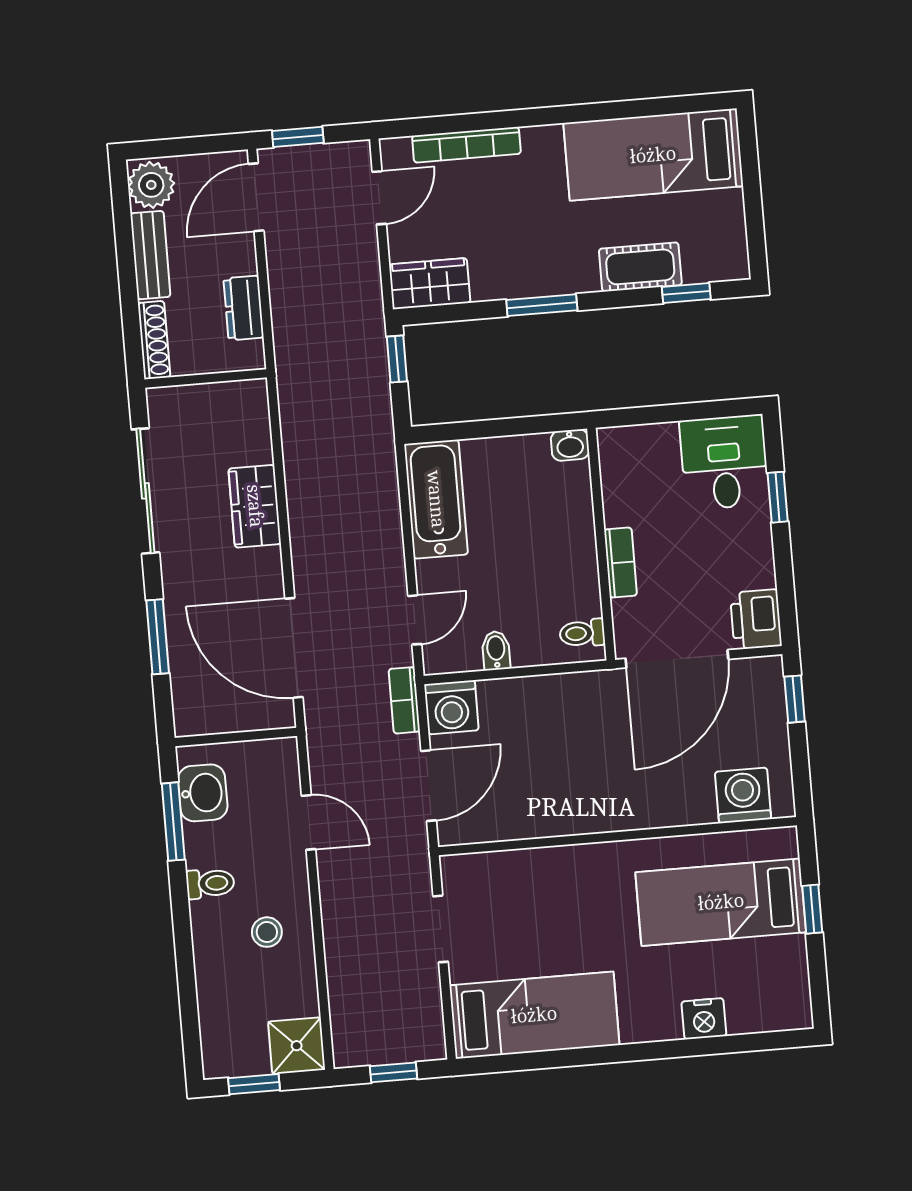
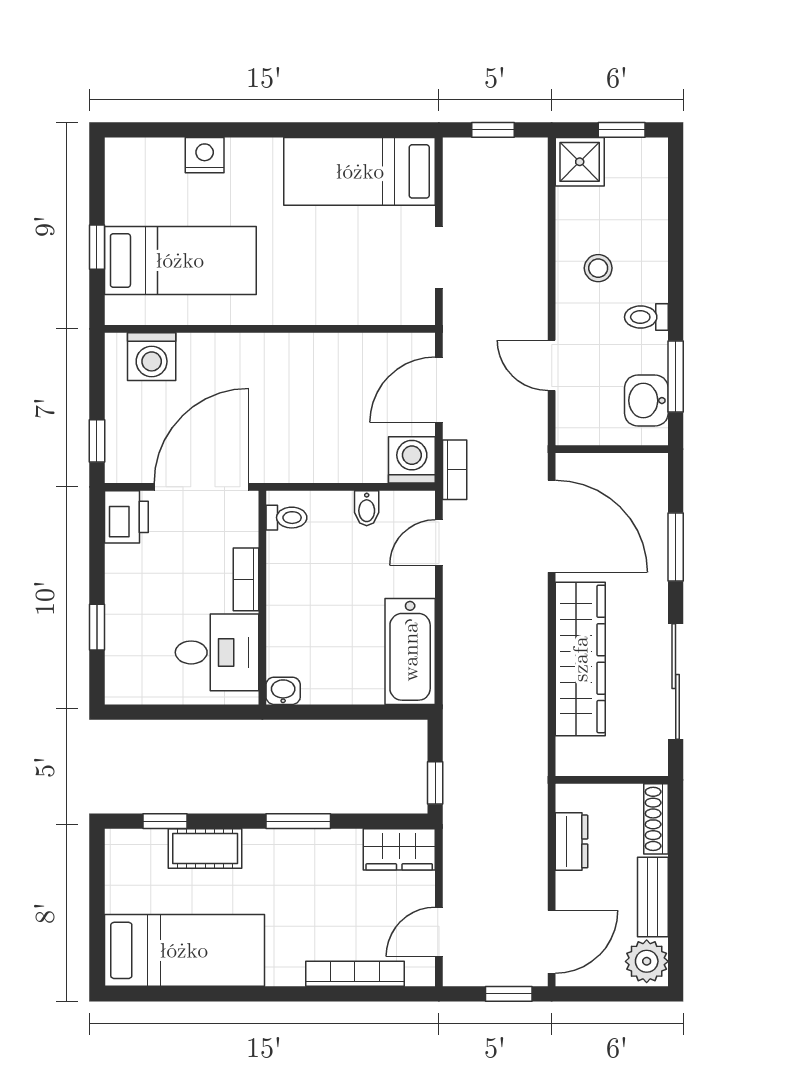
desk: (724, 462) -> (217, 652), moved, turned -90
wardrobe: (255, 506) -> (580, 659), width x2.10, depth x1.17

